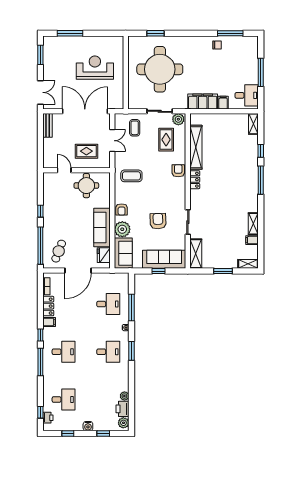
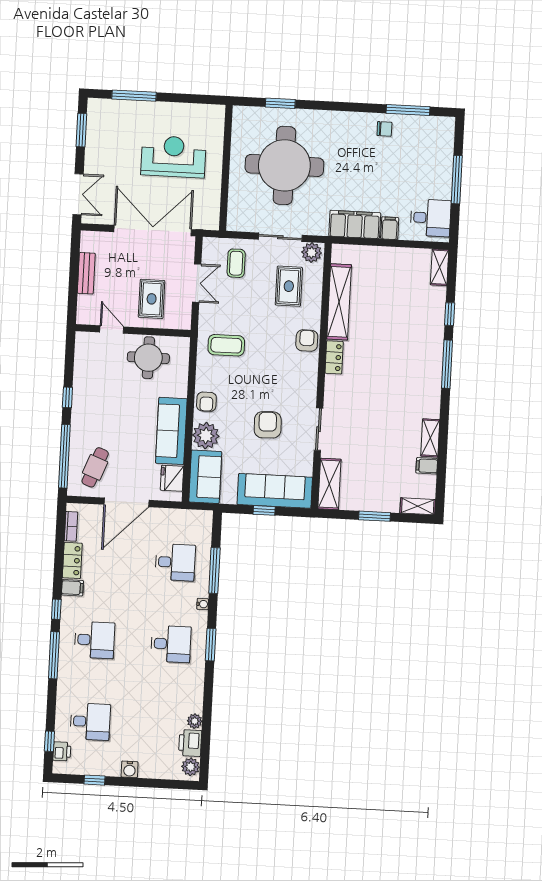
bench: (48, 125) -> (86, 273), moved
rug: (86, 151) -> (152, 299), turned 90
window: (103, 433) -> (155, 783), removed

